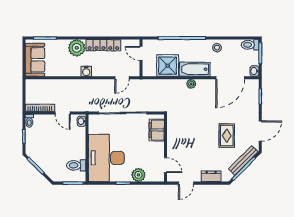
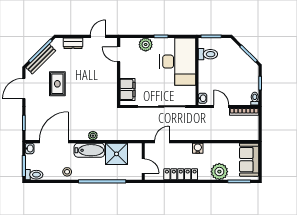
plant: (77, 48) -> (219, 172), moved

